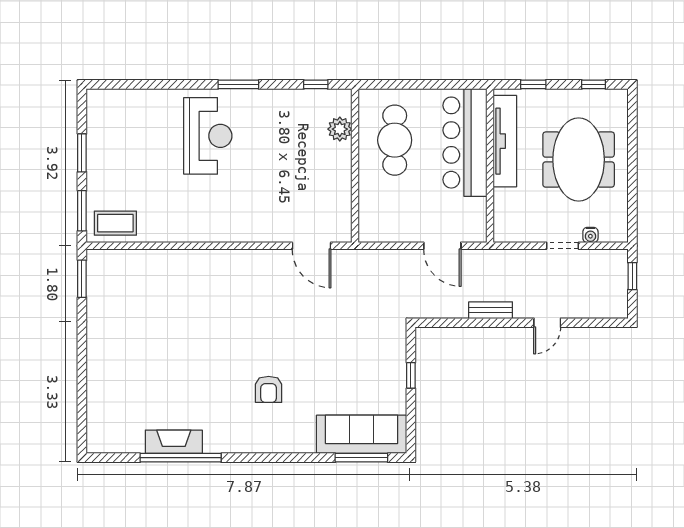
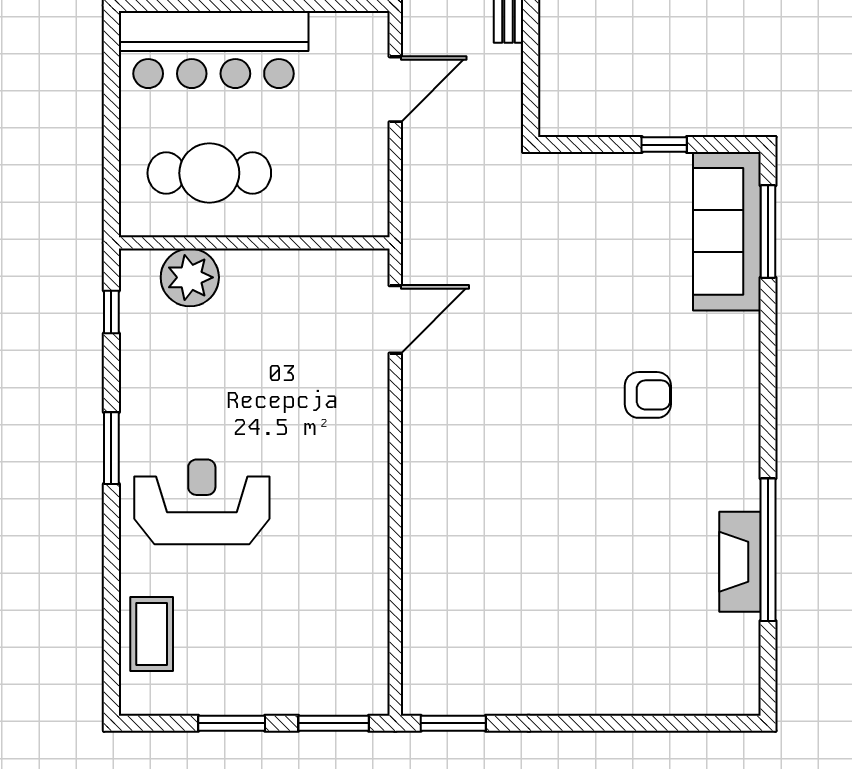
plant: (340, 129) -> (190, 277), width x1.36, depth x1.36
coffee table: (115, 223) -> (152, 634), moved
window: (411, 375) -> (664, 145), moved

